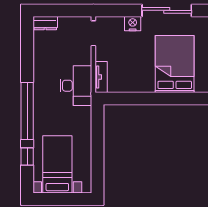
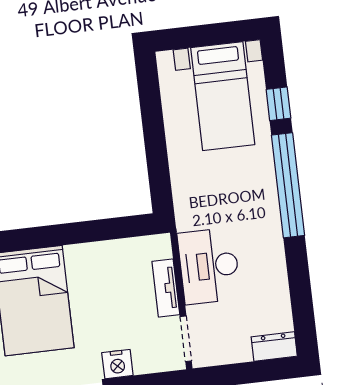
tv unit: (101, 77) -> (166, 288), moved
desk: (76, 86) -> (209, 266), moved

